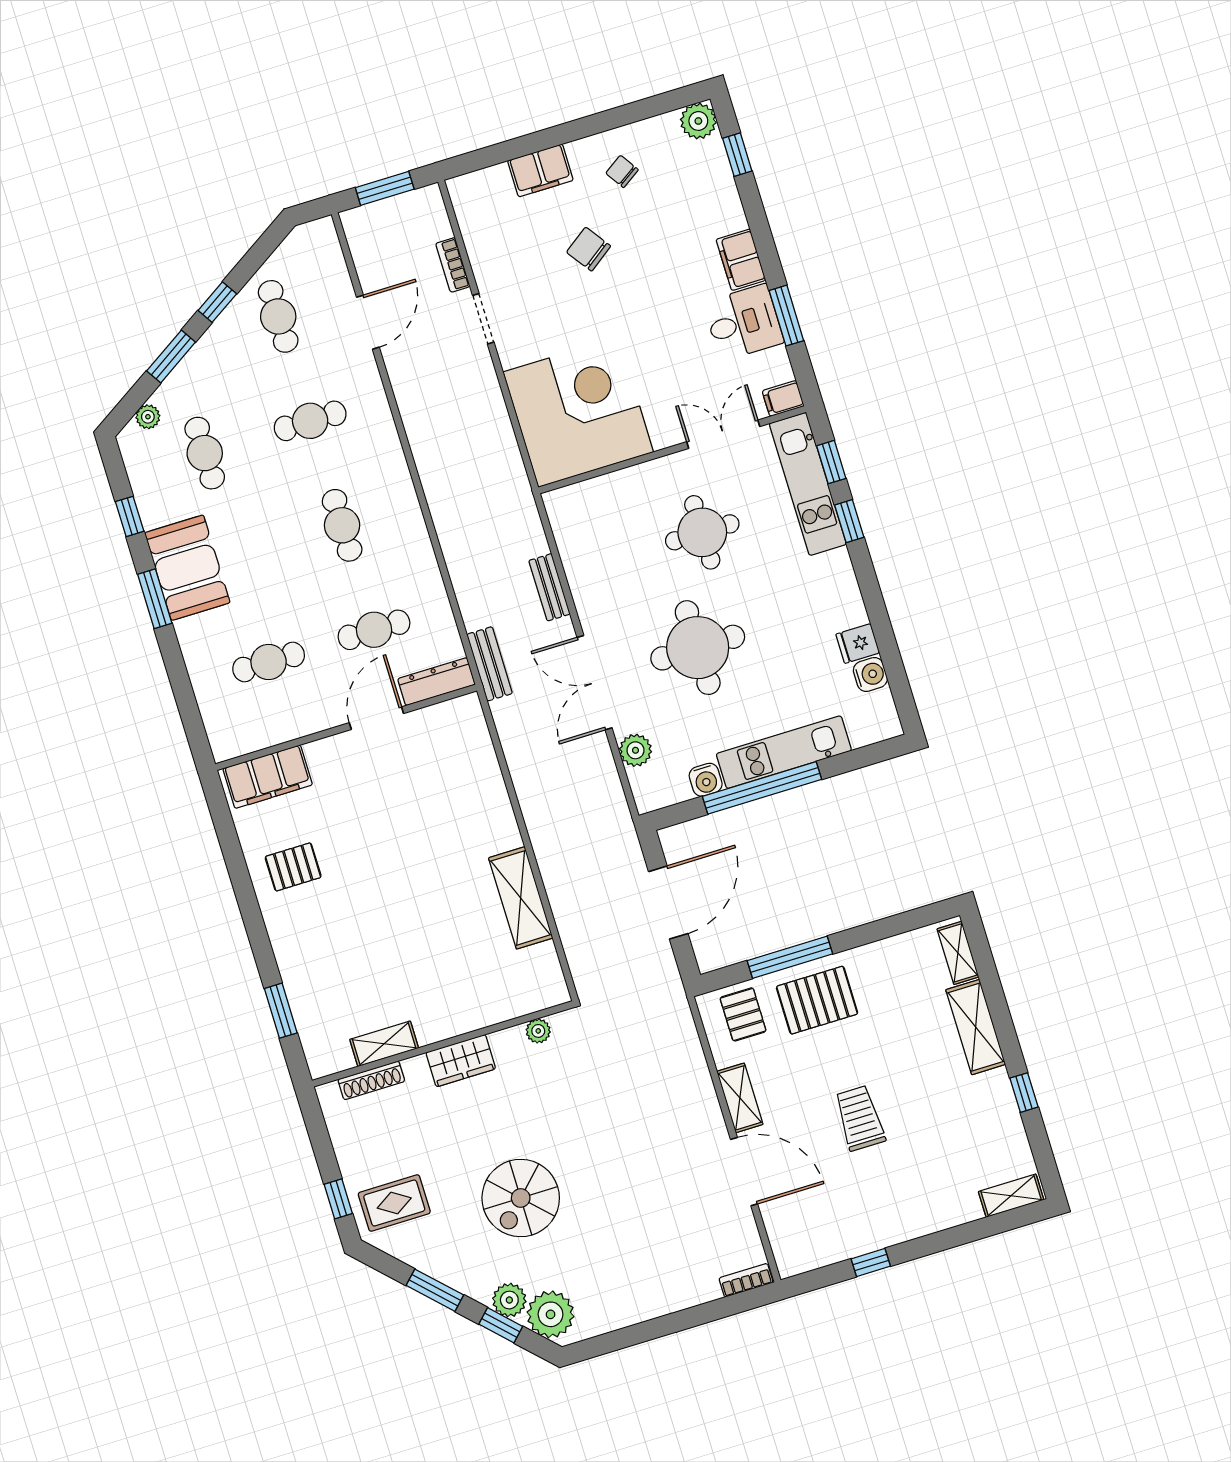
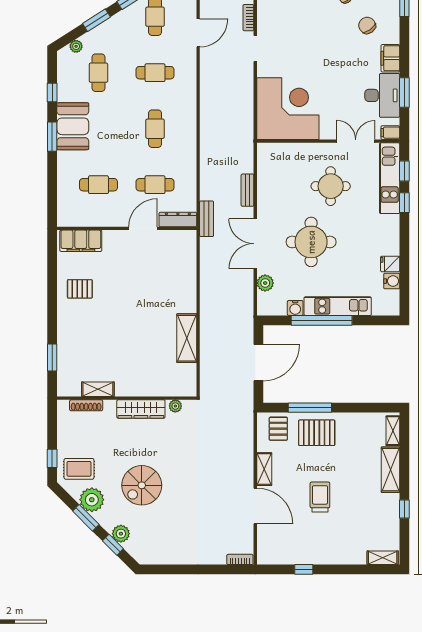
chair: (589, 249) -> (367, 25), moved
desk: (744, 322) -> (382, 95), width x1.37
wardrobe: (461, 1061) -> (141, 409), width x1.50
plant: (551, 1314) -> (92, 500), moved

